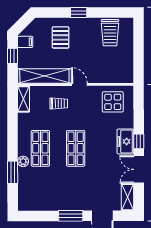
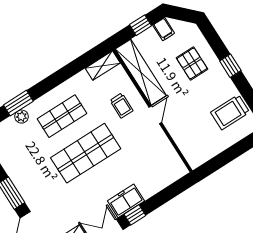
pallet: (61, 37) -> (192, 63), turned 90
display table: (113, 102) -> (159, 161), removed
shop shelf: (76, 148) -> (86, 153), width x1.43, depth x1.36
plant: (23, 161) -> (22, 117), moved

